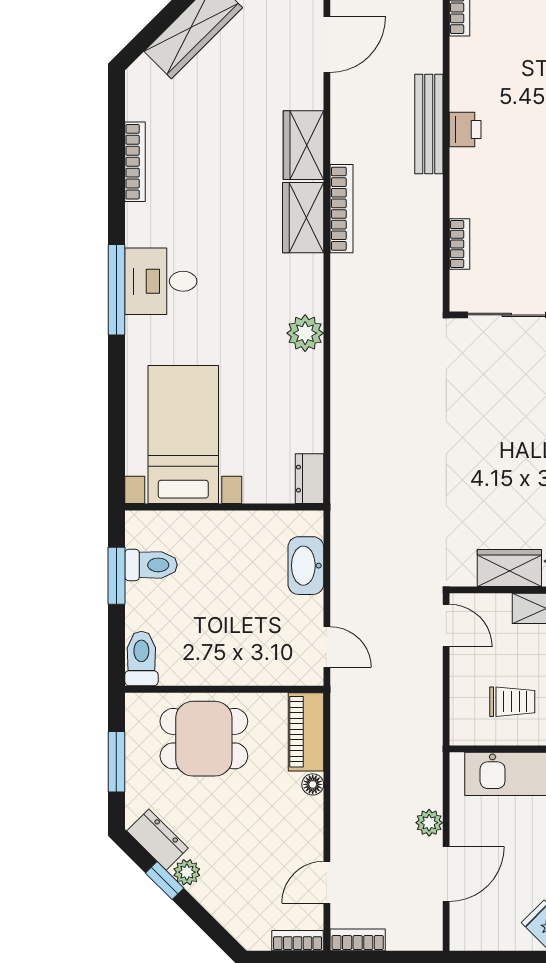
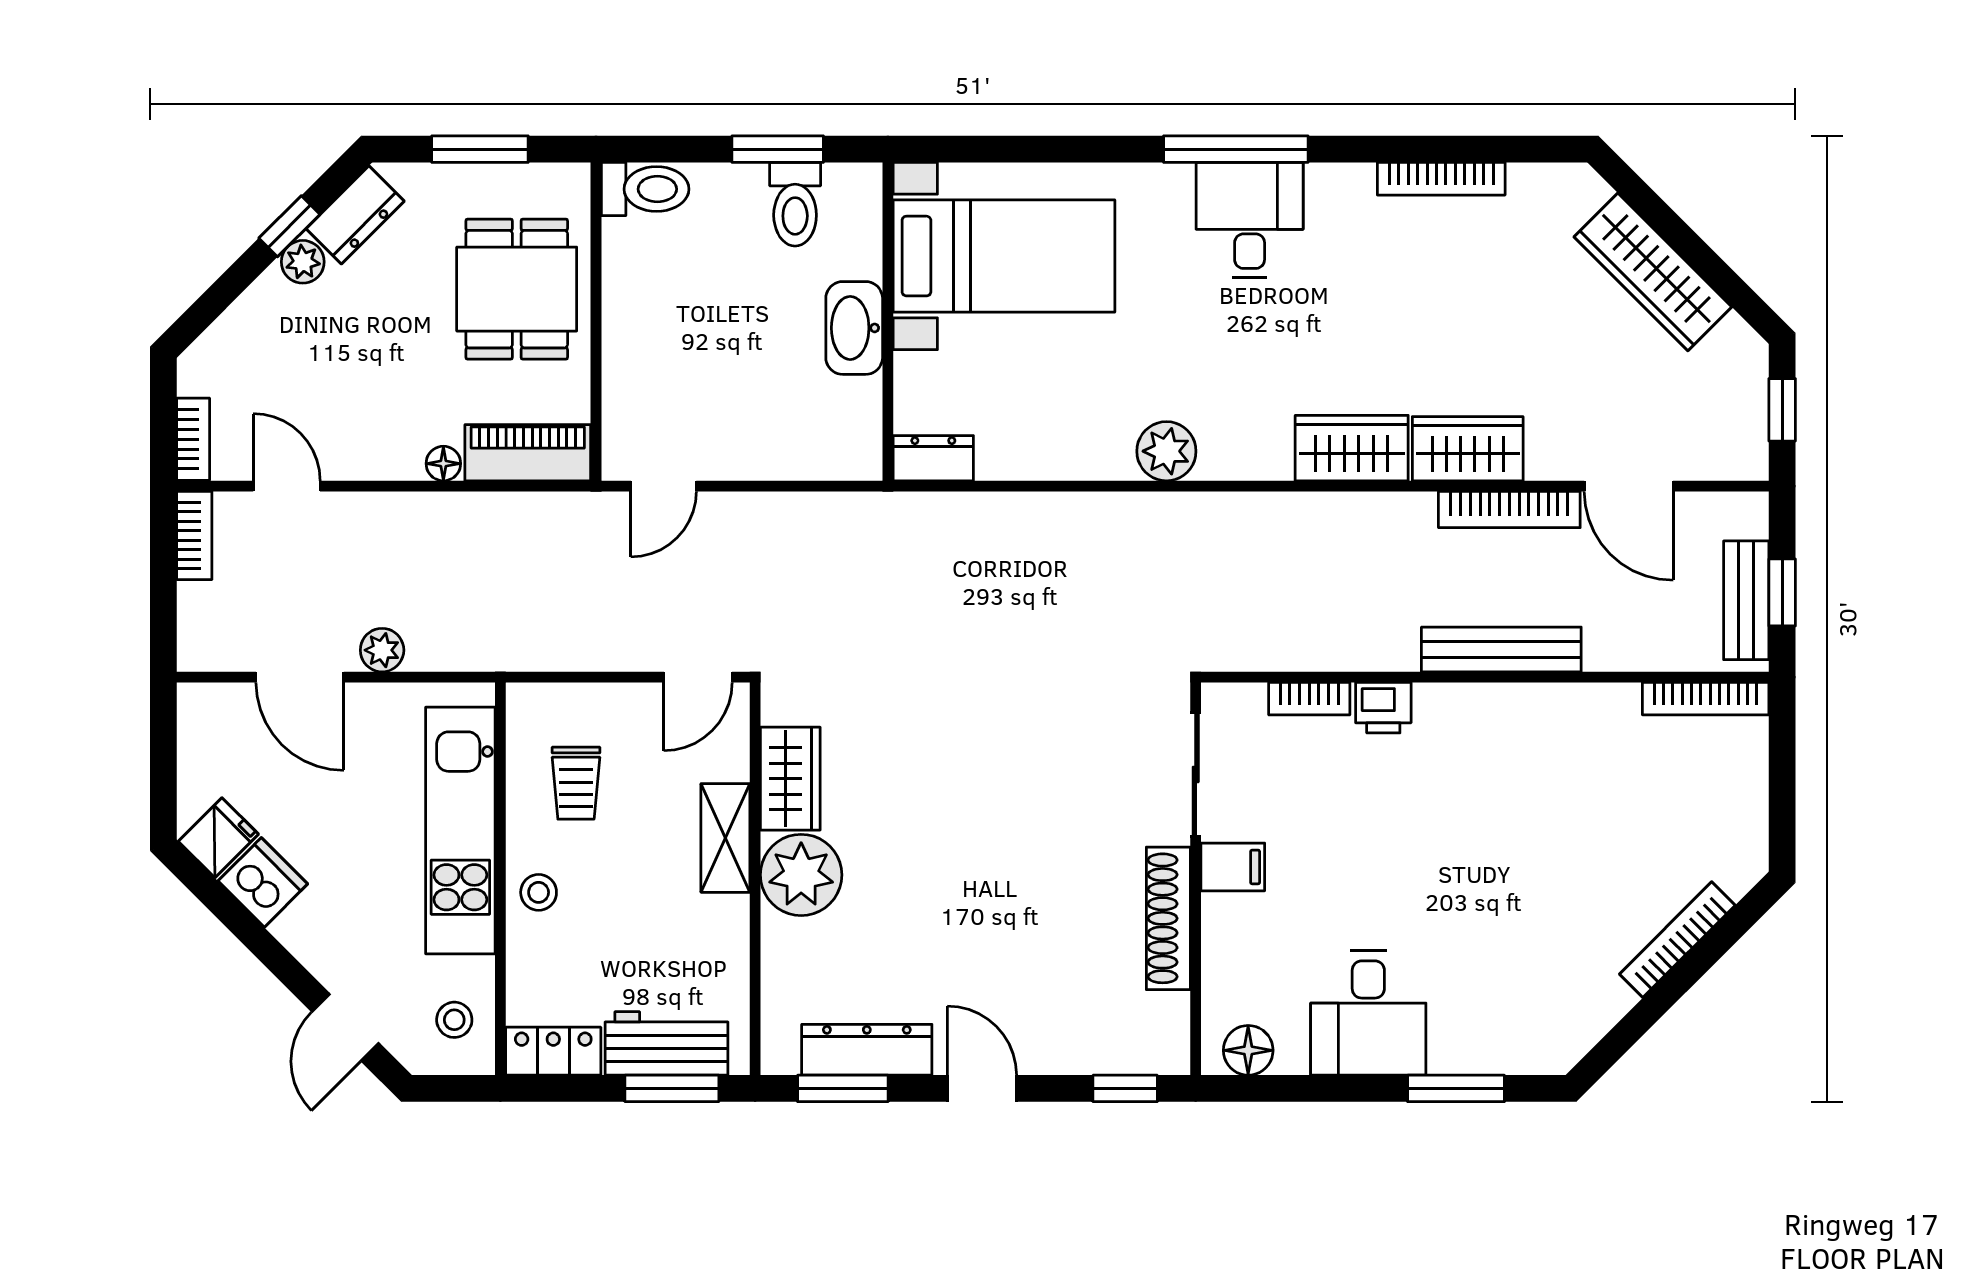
printer: (465, 129) -> (1383, 708), moved
bookcase: (341, 209) -> (1509, 510), moved
washbasin: (306, 566) -> (854, 328), moved, turned -90

